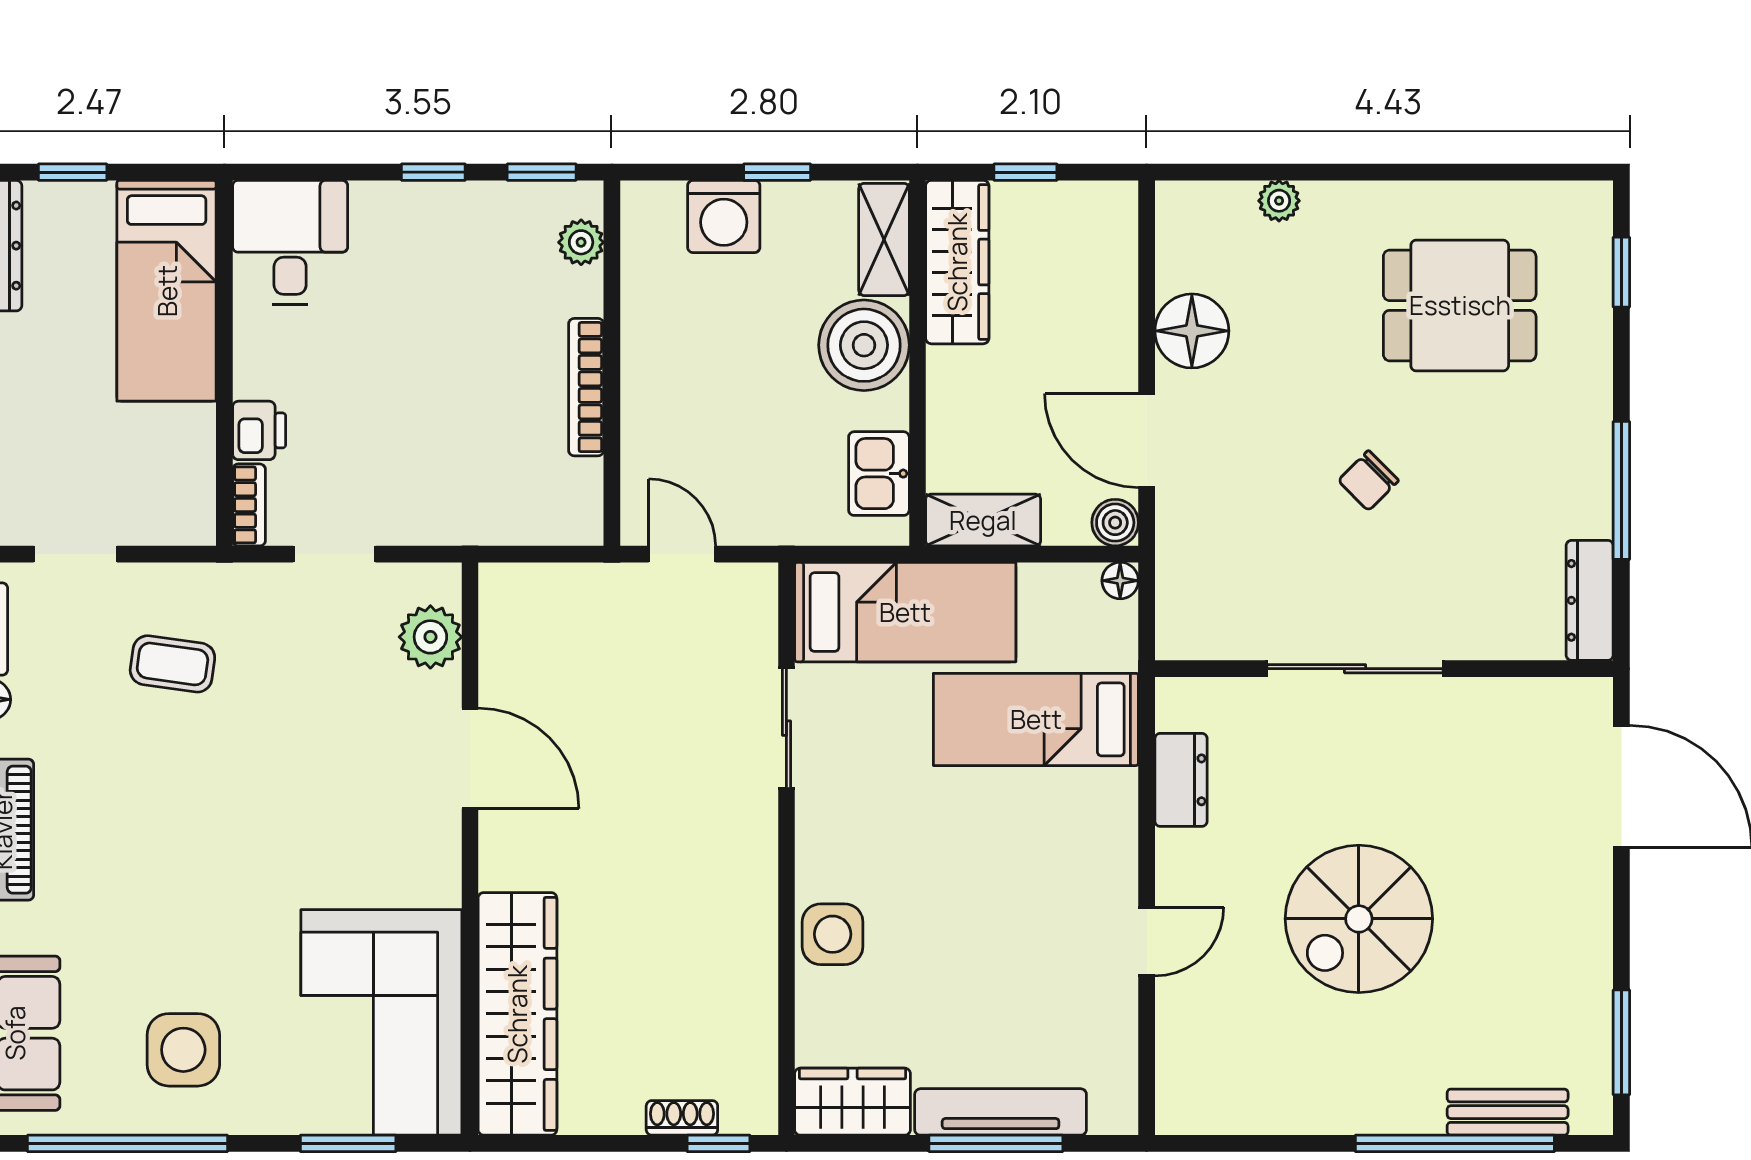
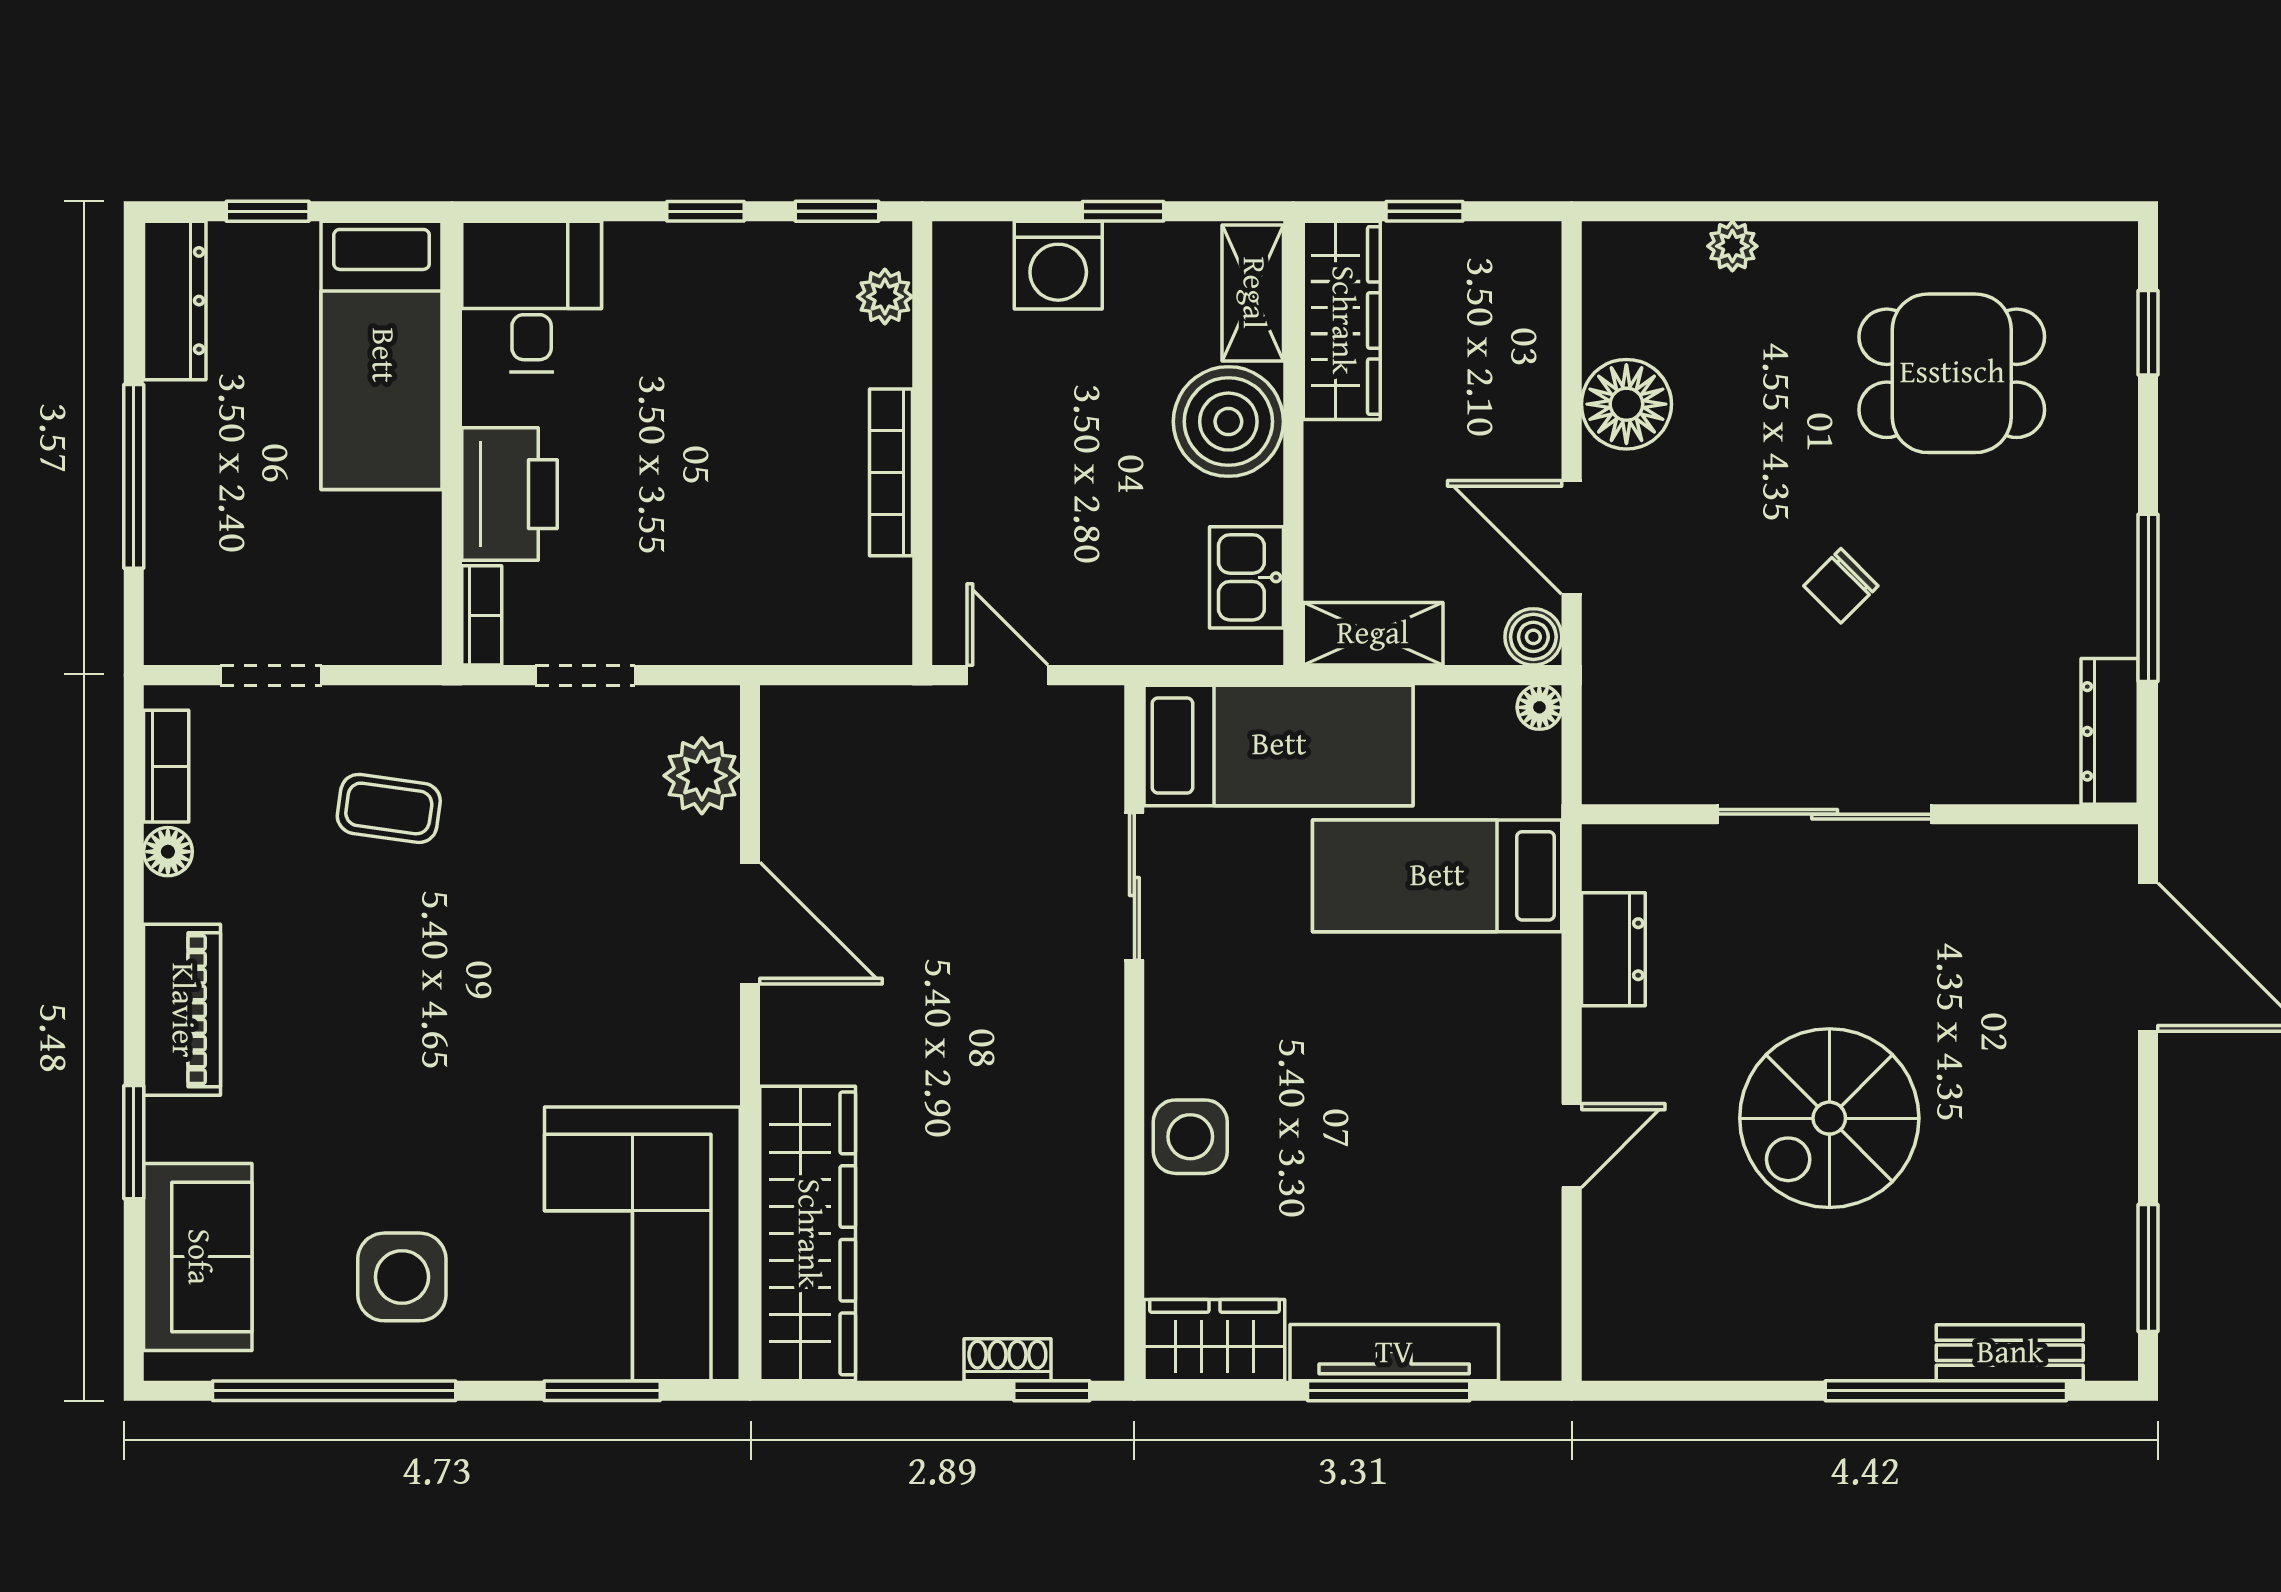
printer: (259, 430) -> (509, 494), width x1.87, depth x1.48

